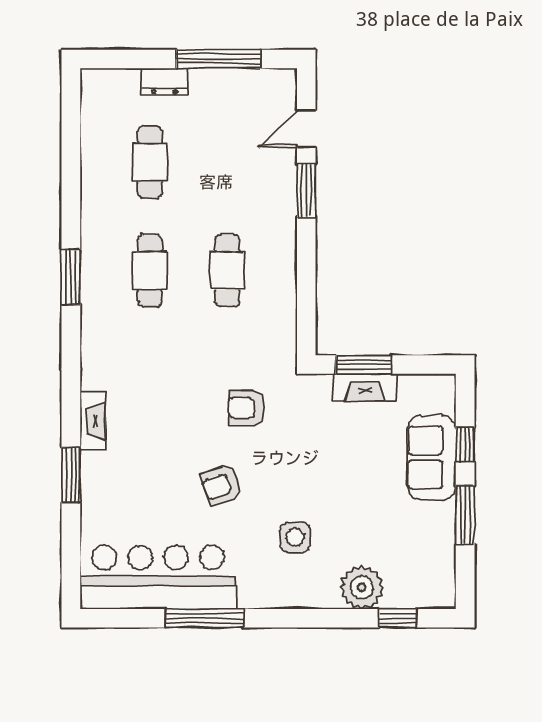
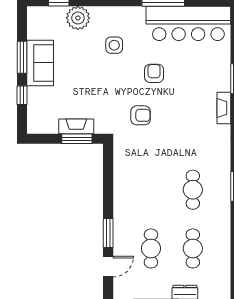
cafe table: (227, 271) -> (151, 248), moved
sofa: (431, 458) -> (40, 63), moved
armchair: (221, 485) -> (154, 73), turned -71

